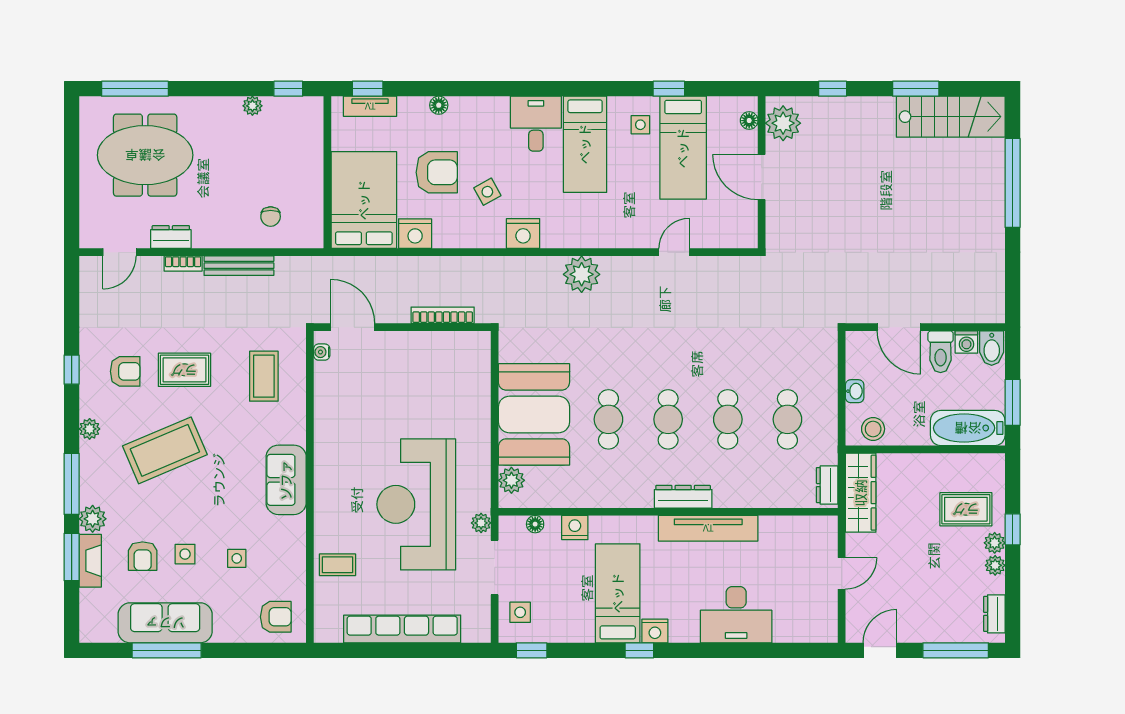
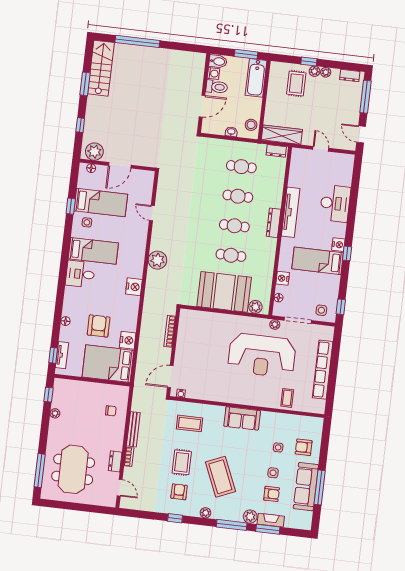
side table: (487, 192) -> (111, 302), removed
armchair: (276, 617) -> (304, 447), moved, turned -90

